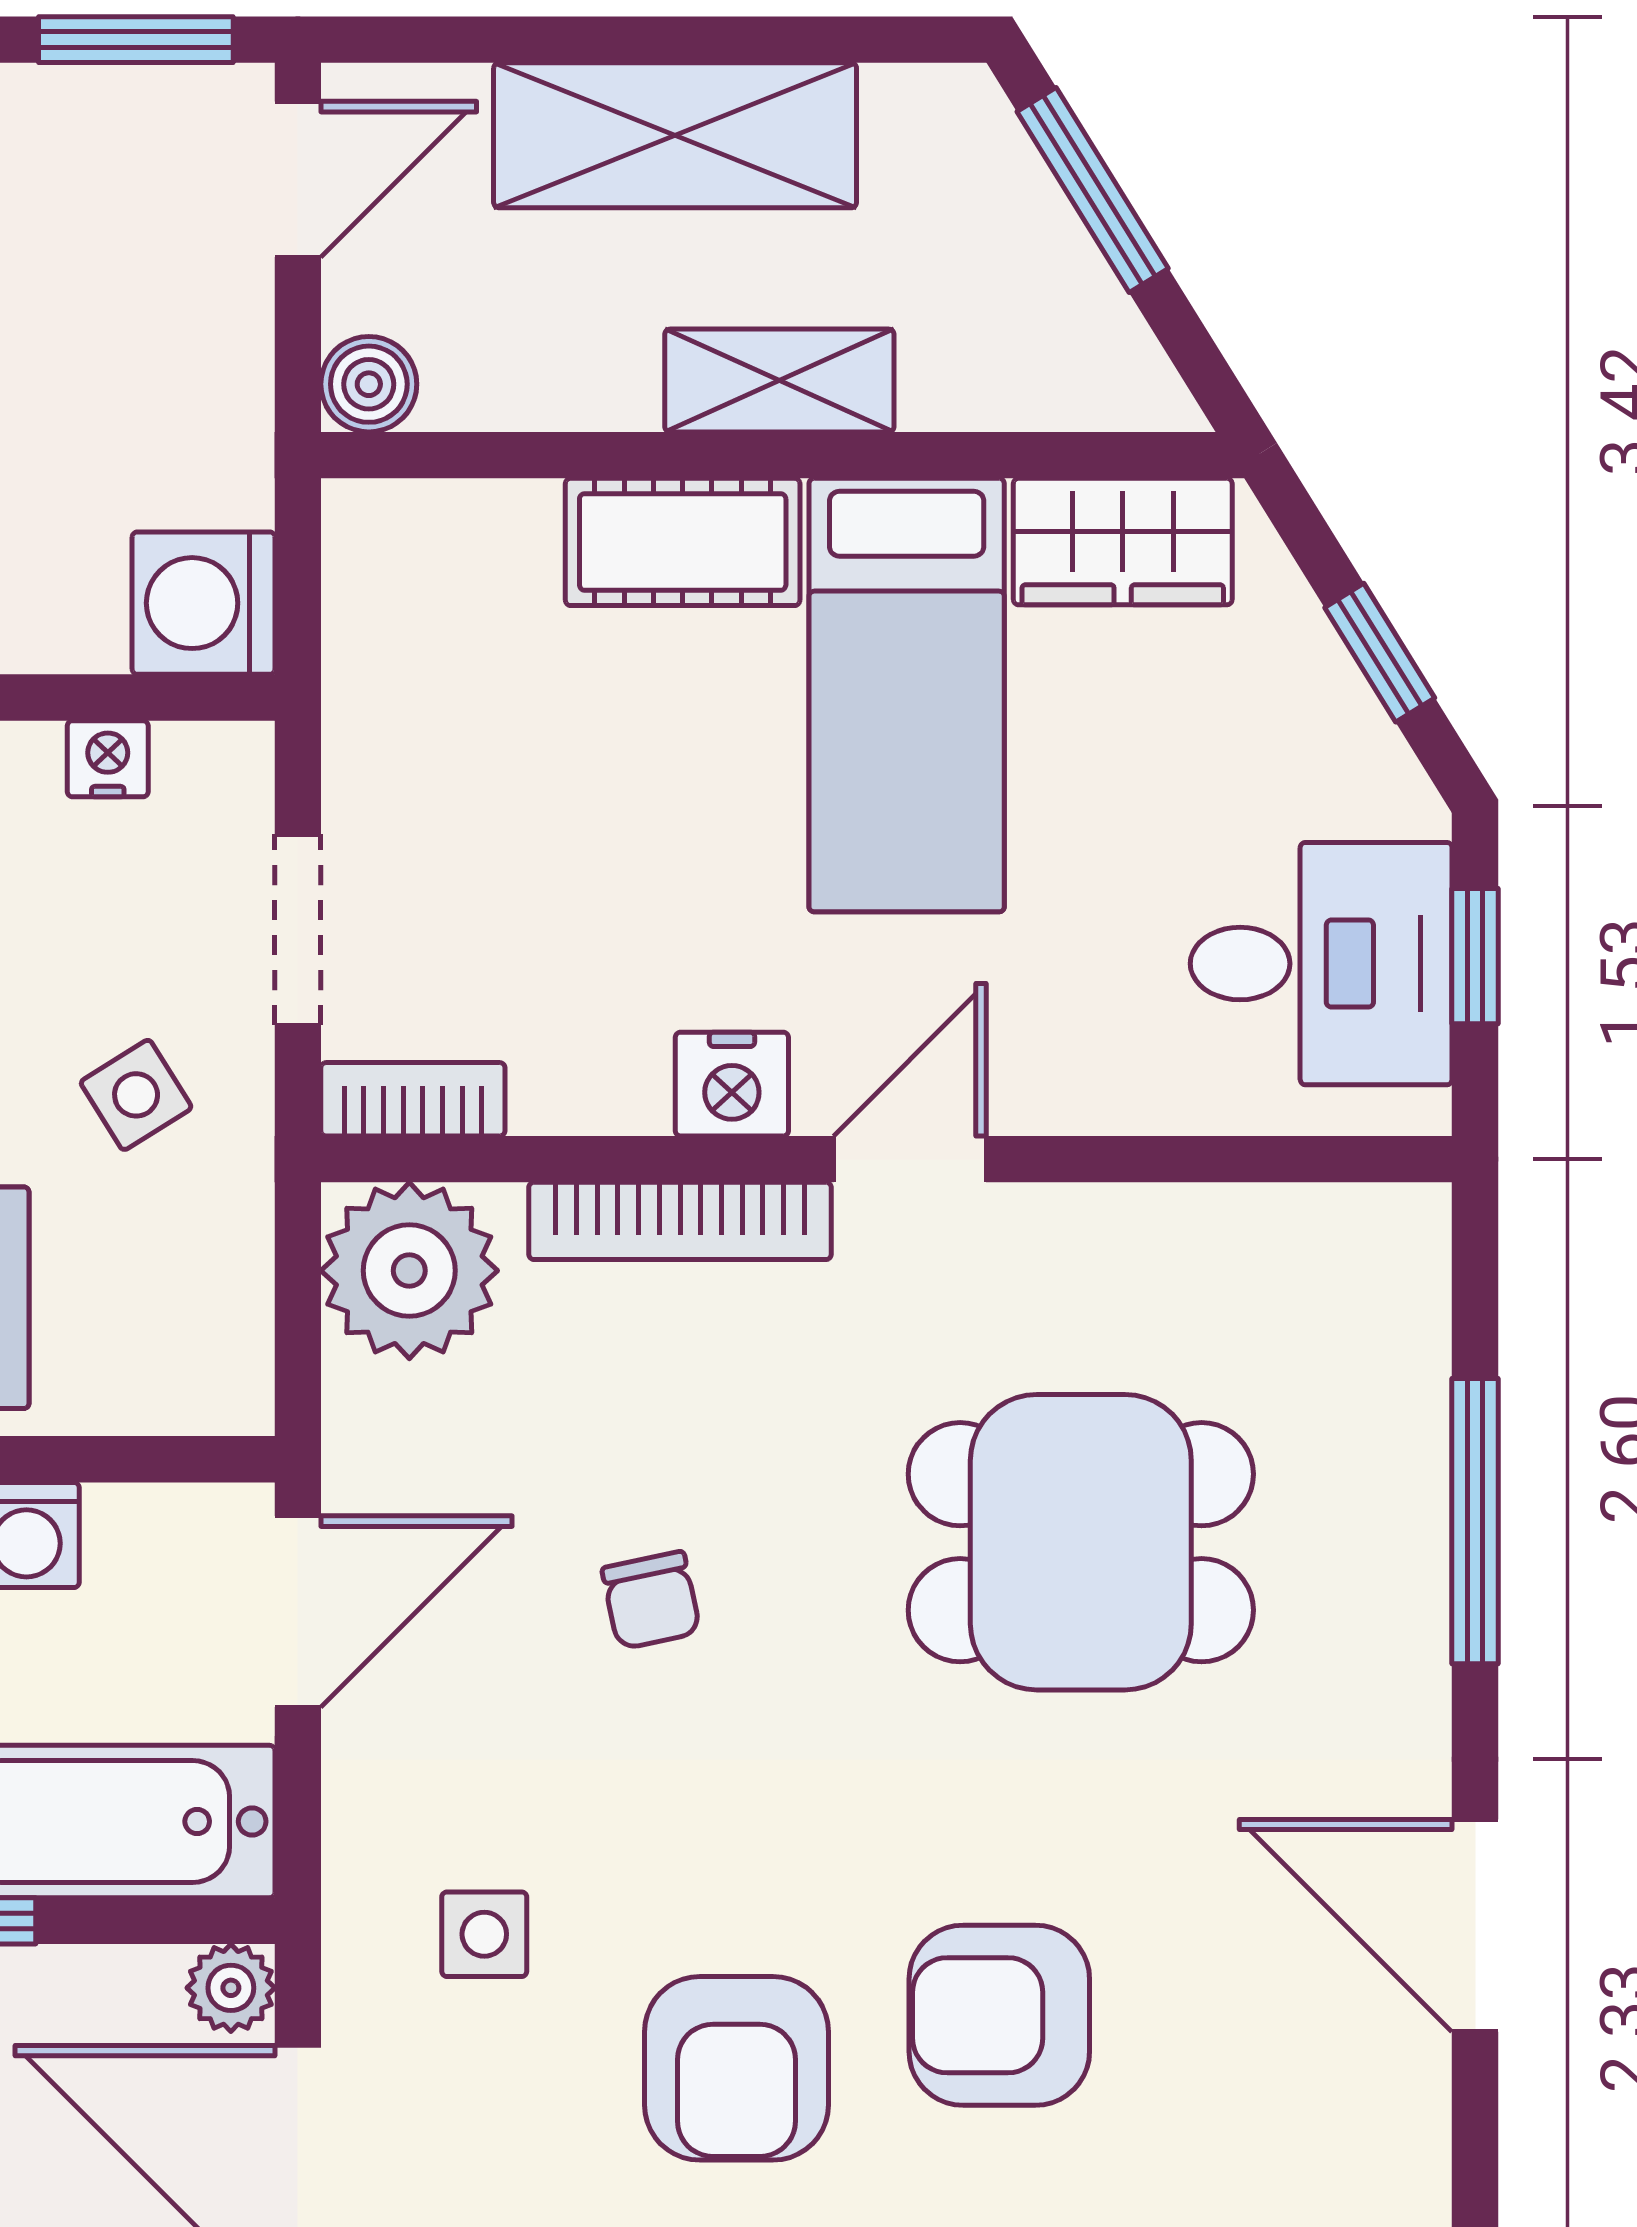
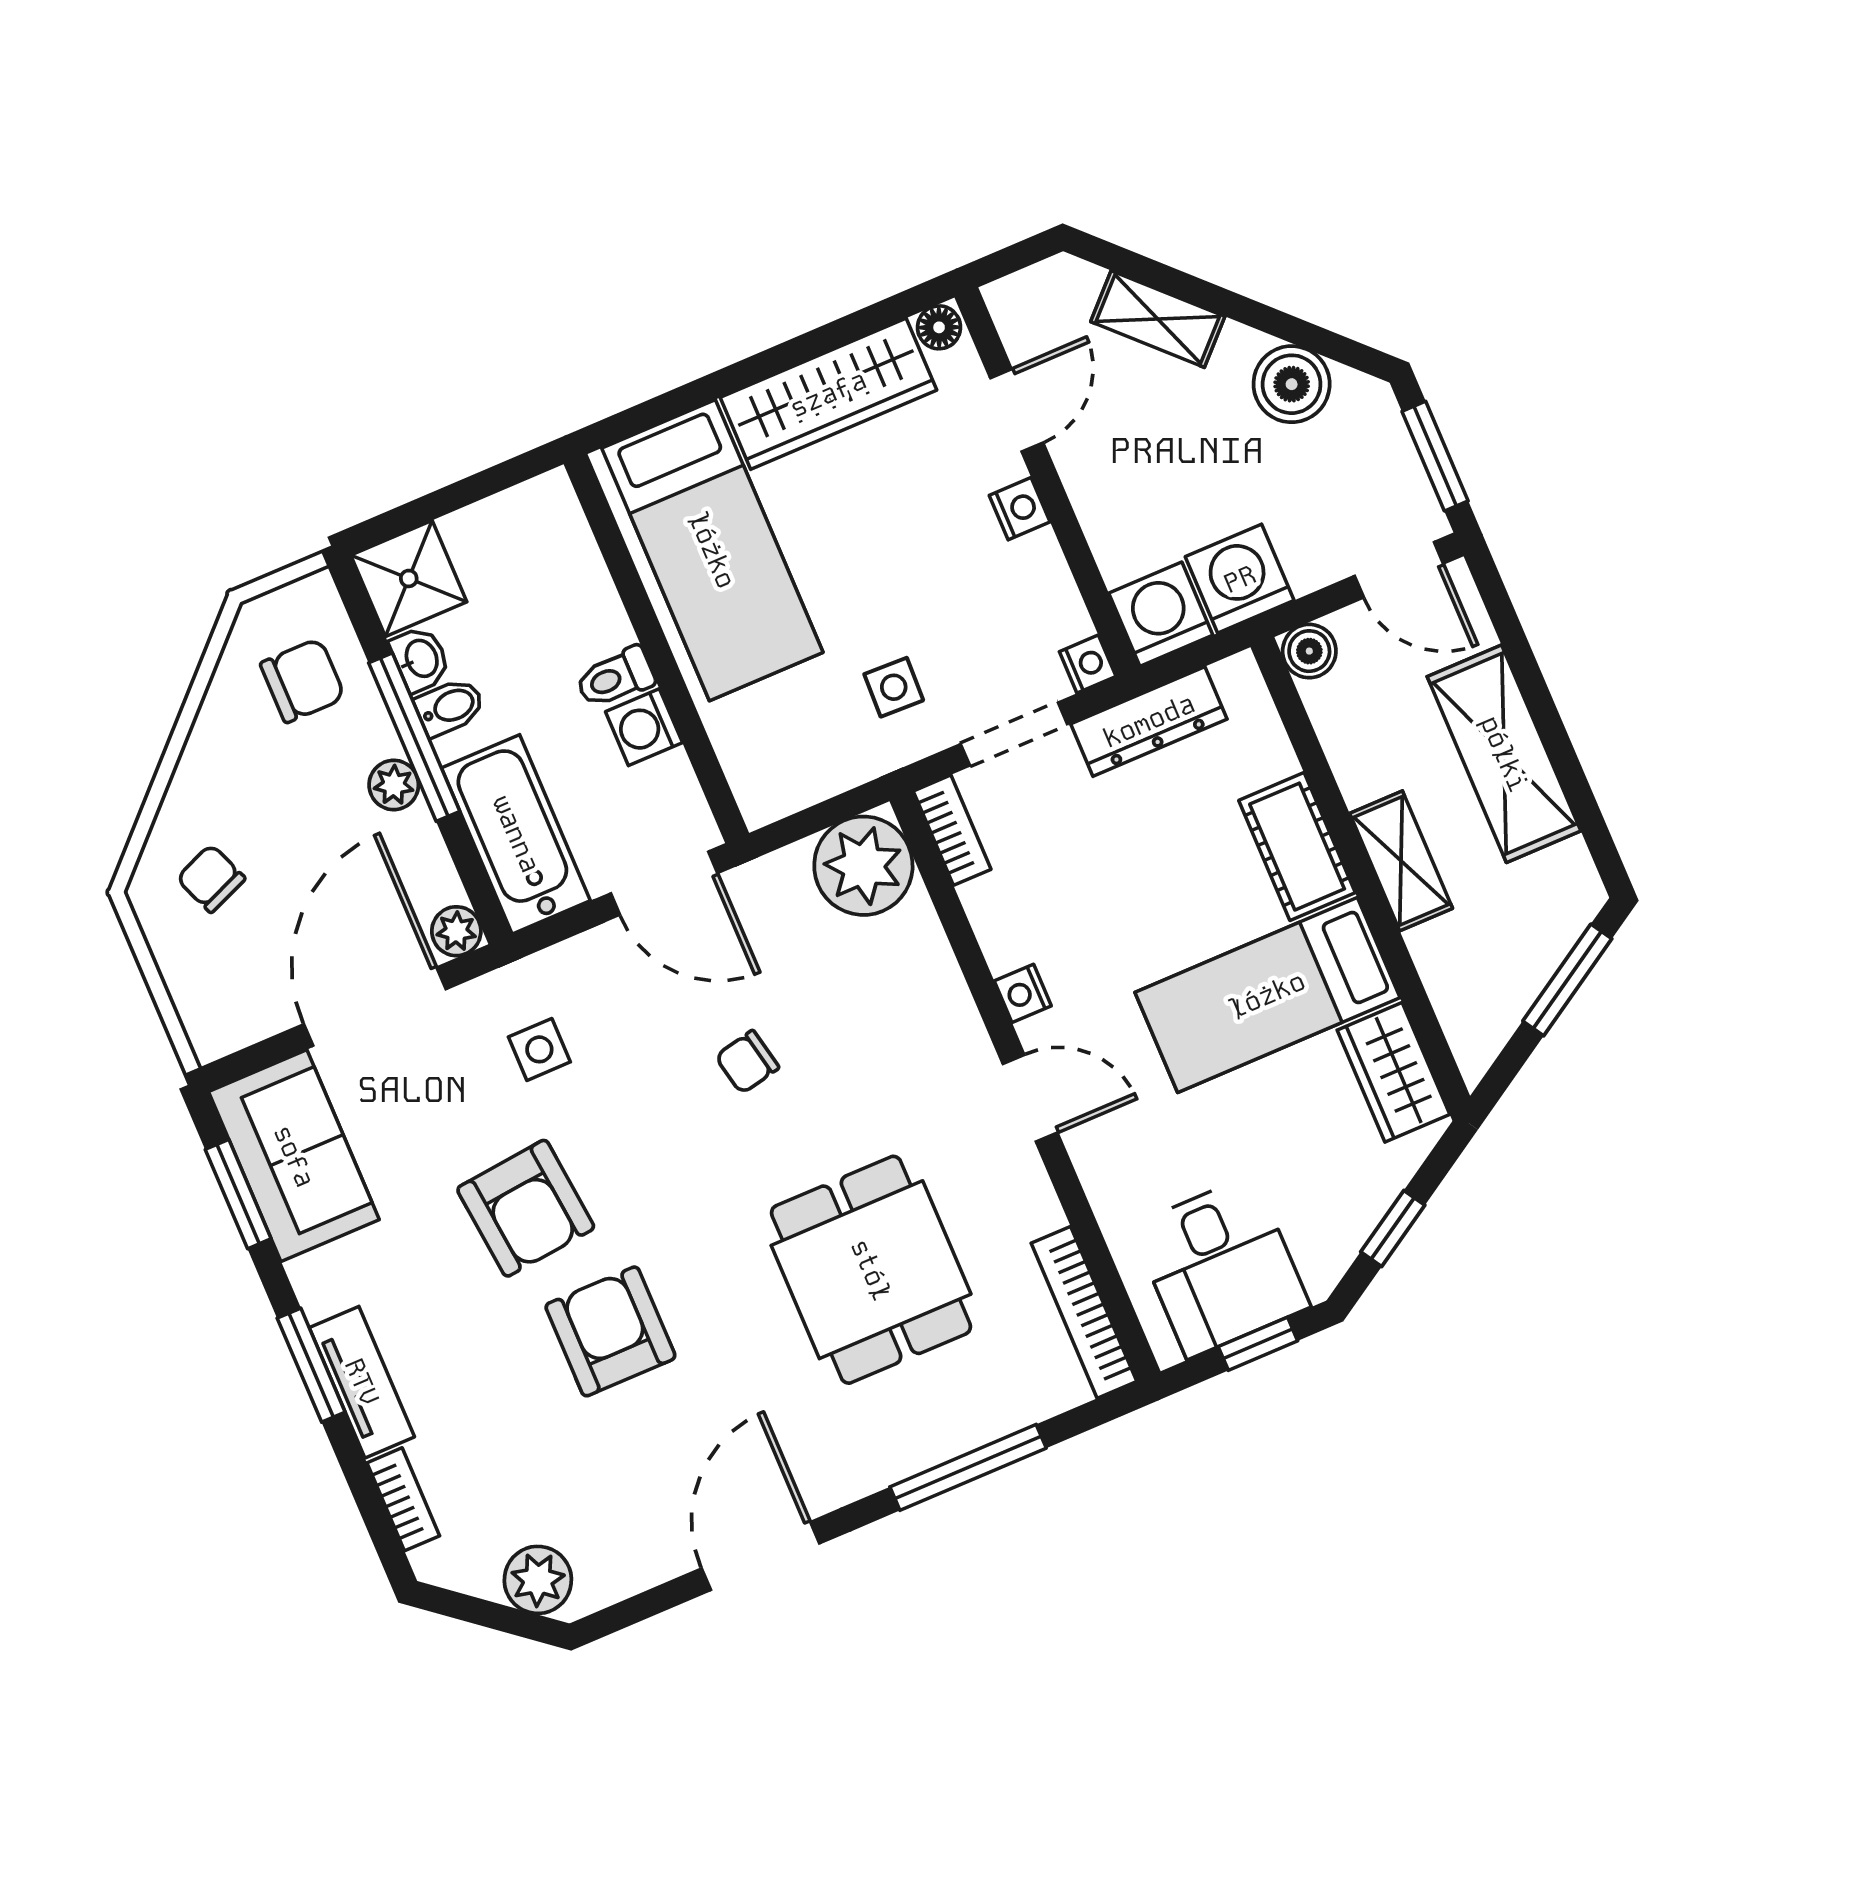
washing machine: (200, 448) -> (1240, 579), added
dresser: (372, 698) -> (1149, 721), added
nightstand: (108, 759) -> (1088, 664), moved
nightstand: (732, 1084) -> (1023, 993), width x0.72, depth x0.74
side table: (136, 1095) -> (894, 687), turned 34
bookcase: (680, 1221) -> (1084, 1312), moved
armchair: (736, 2068) -> (526, 1208), turned -96

